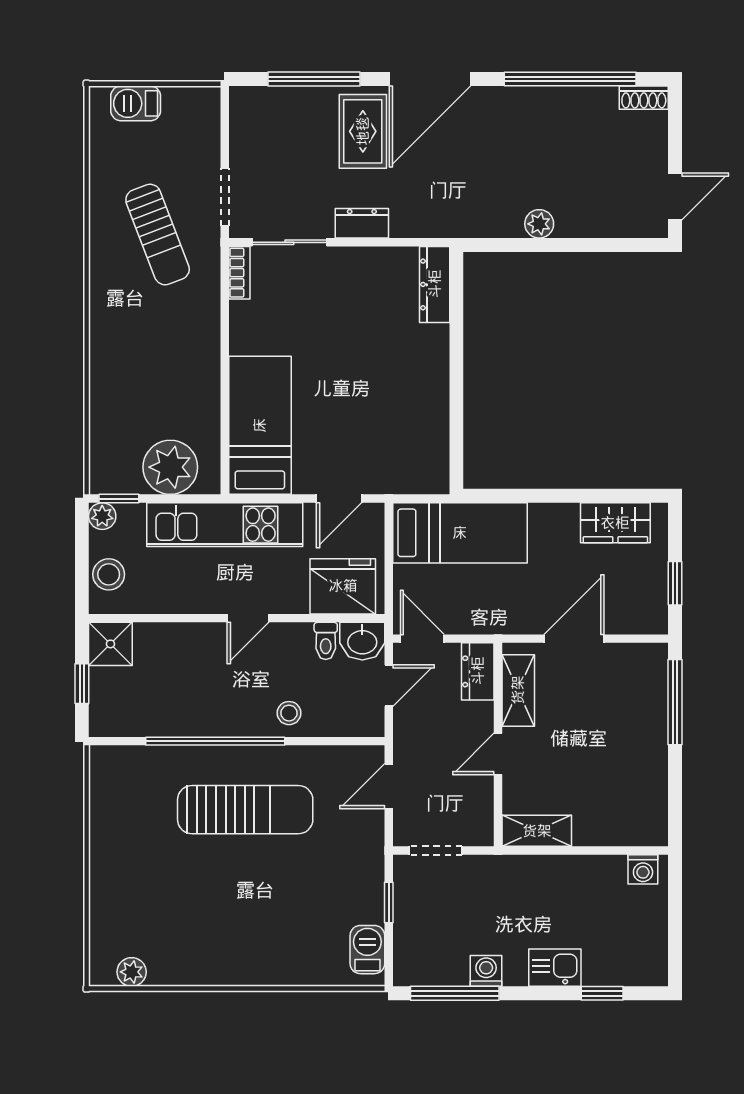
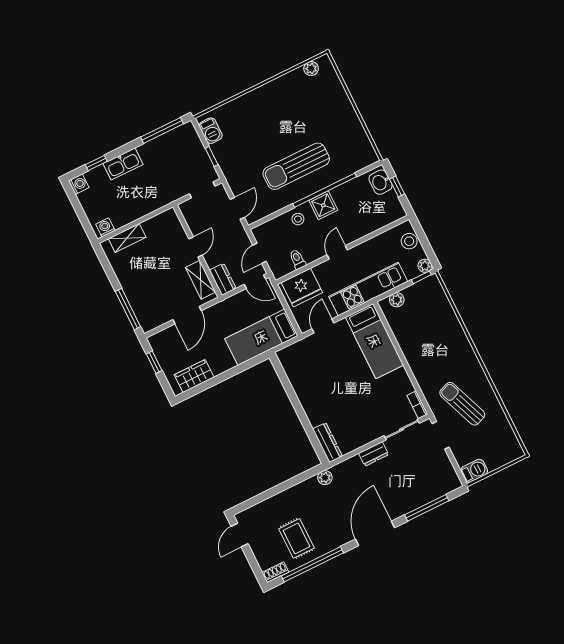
barbecue: (136, 103) -> (474, 471), moved
rug: (363, 131) -> (296, 538), moved
plant: (539, 224) -> (325, 478), moved
plant: (170, 467) -> (397, 300), width x0.53, depth x0.53
washbasin: (362, 641) -> (381, 182), moved, turned -90
shower: (110, 644) -> (323, 205), moved
shelving: (537, 831) -> (127, 238), moved
kitchen sink: (555, 968) -> (123, 164), width x1.38
washing machine: (486, 971) -> (79, 184), moved, turned -90

